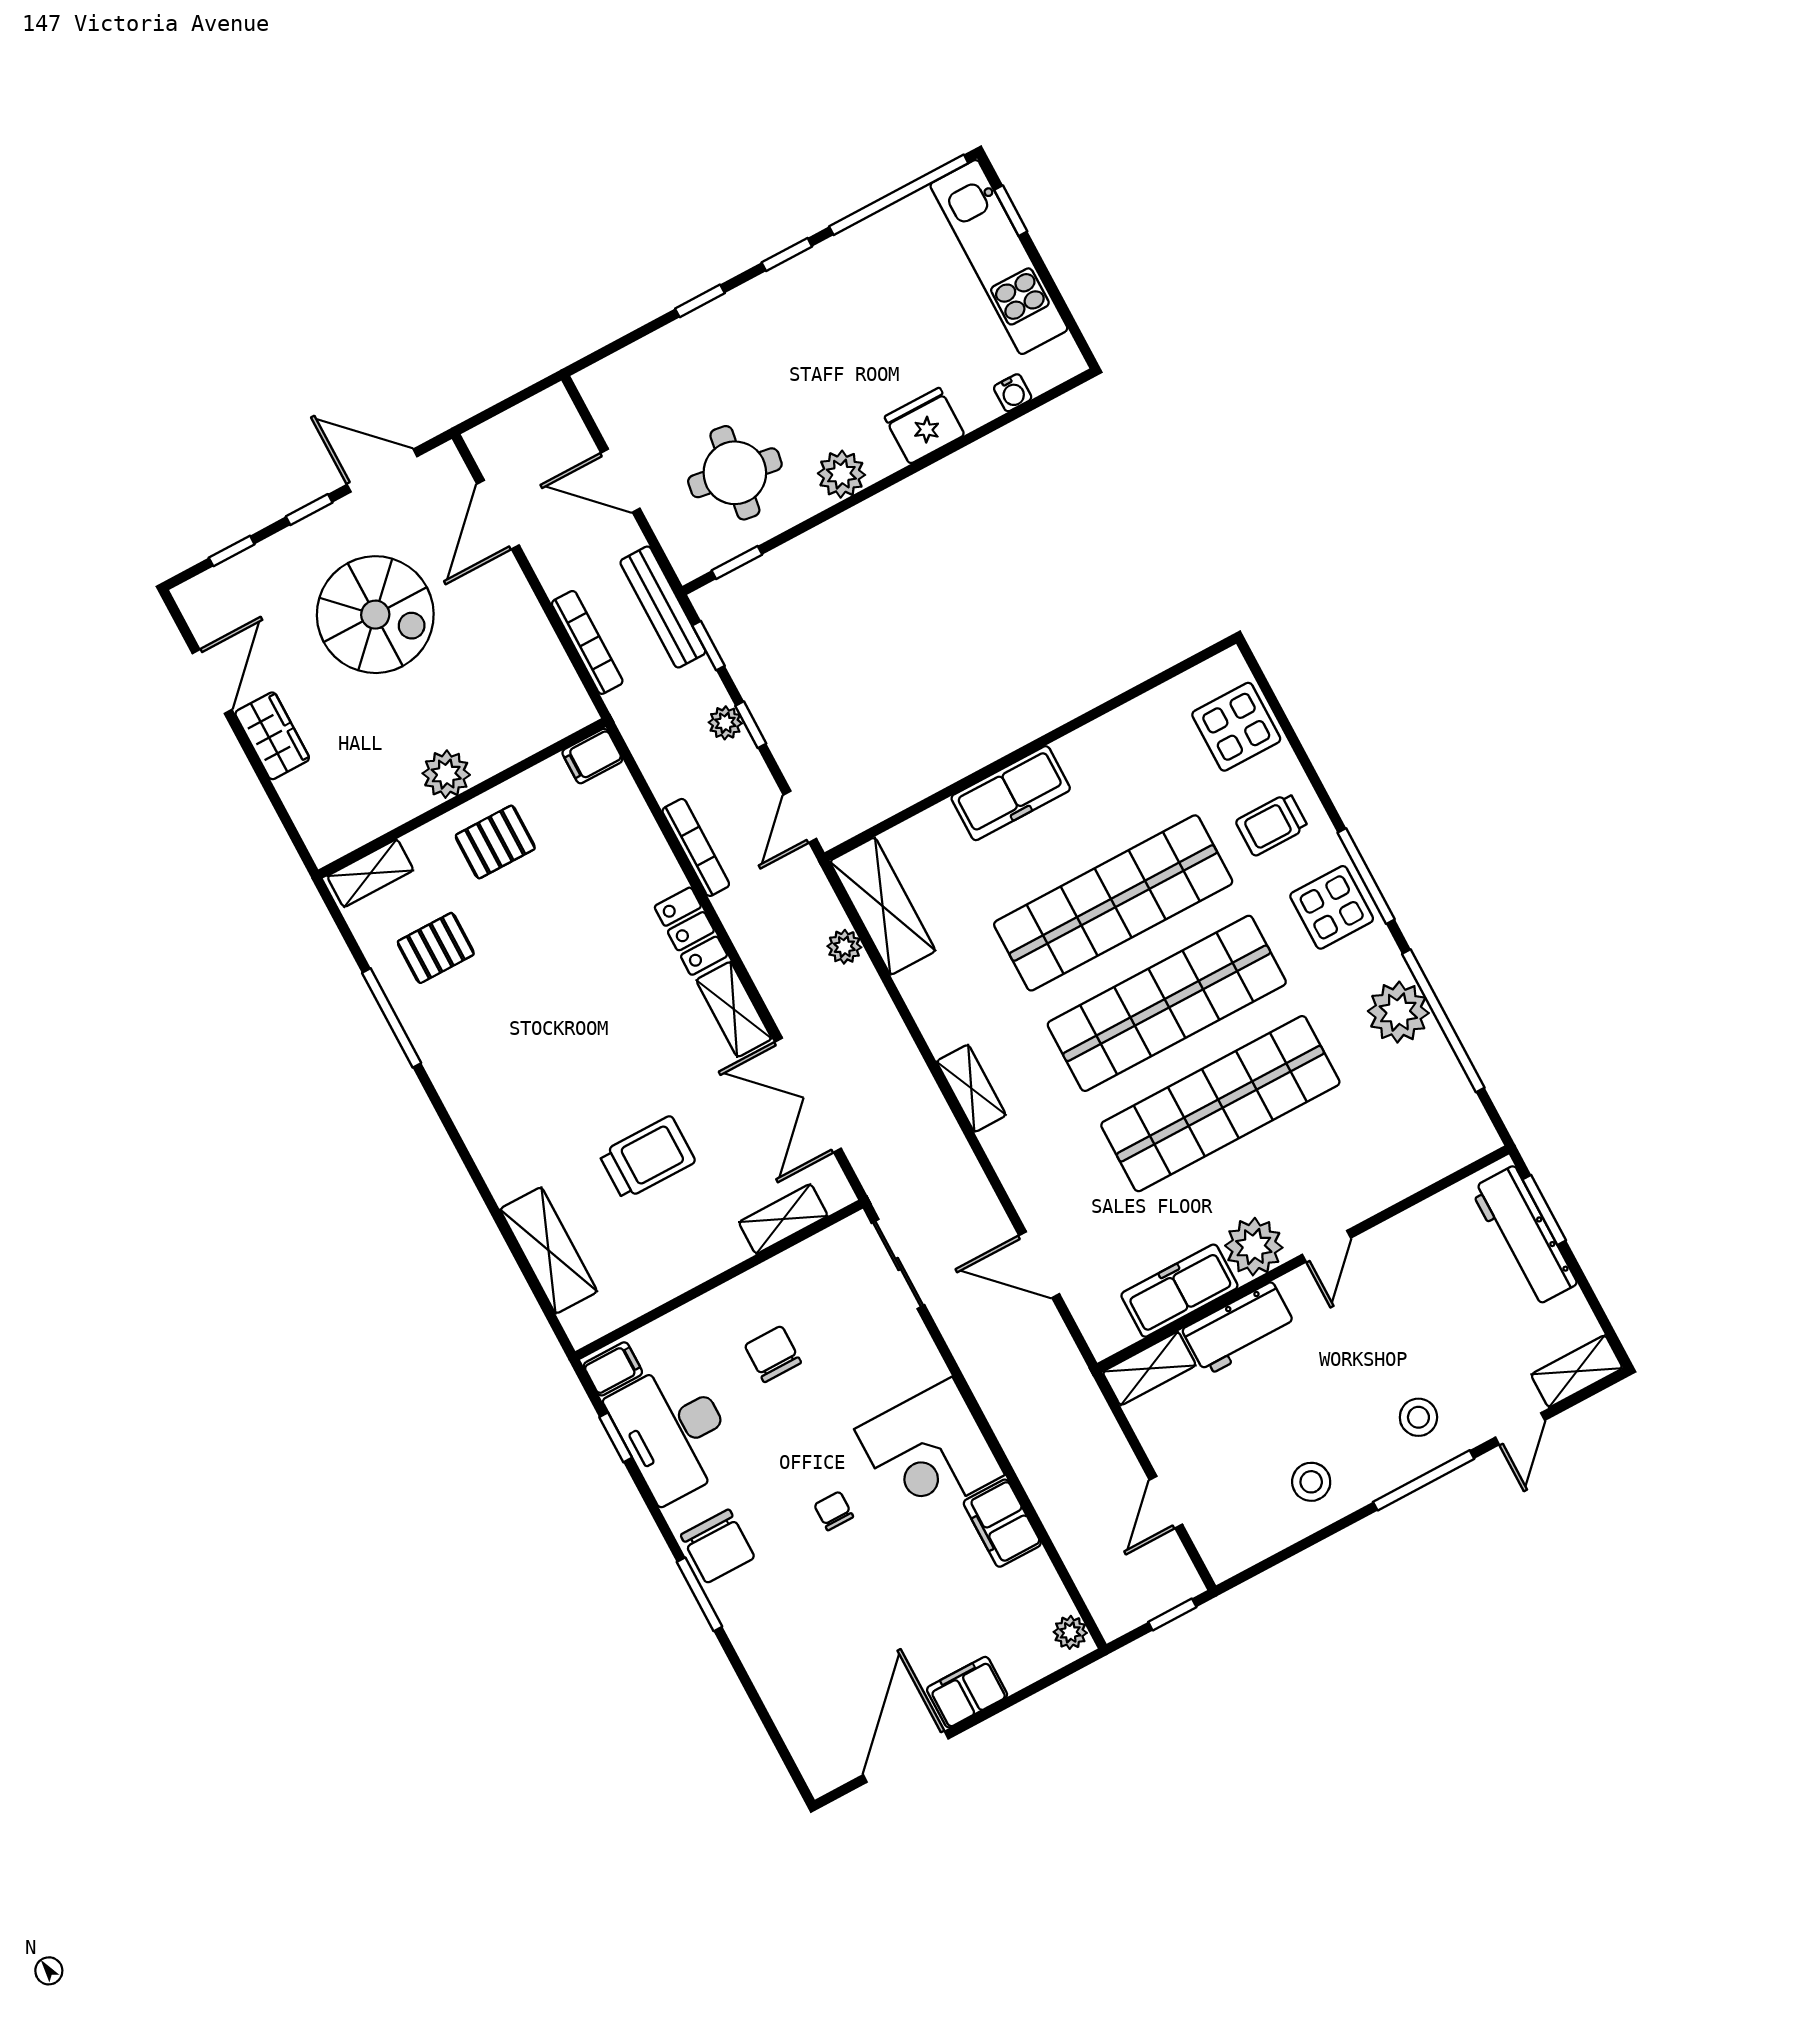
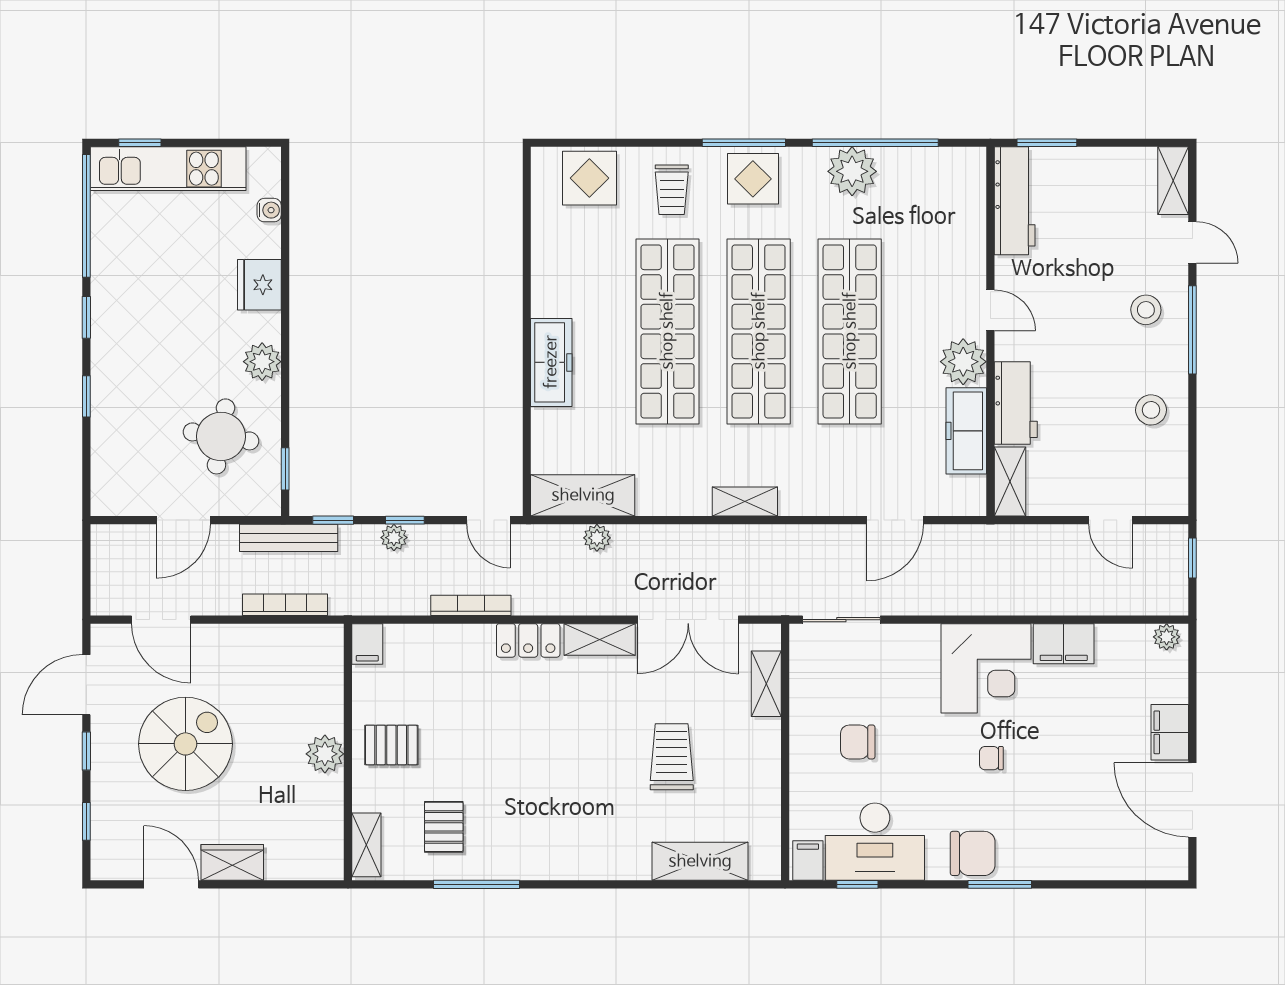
pallet: (495, 842) -> (391, 745), turned 90
workbench: (1524, 1236) -> (1015, 201), moved, turned -90

